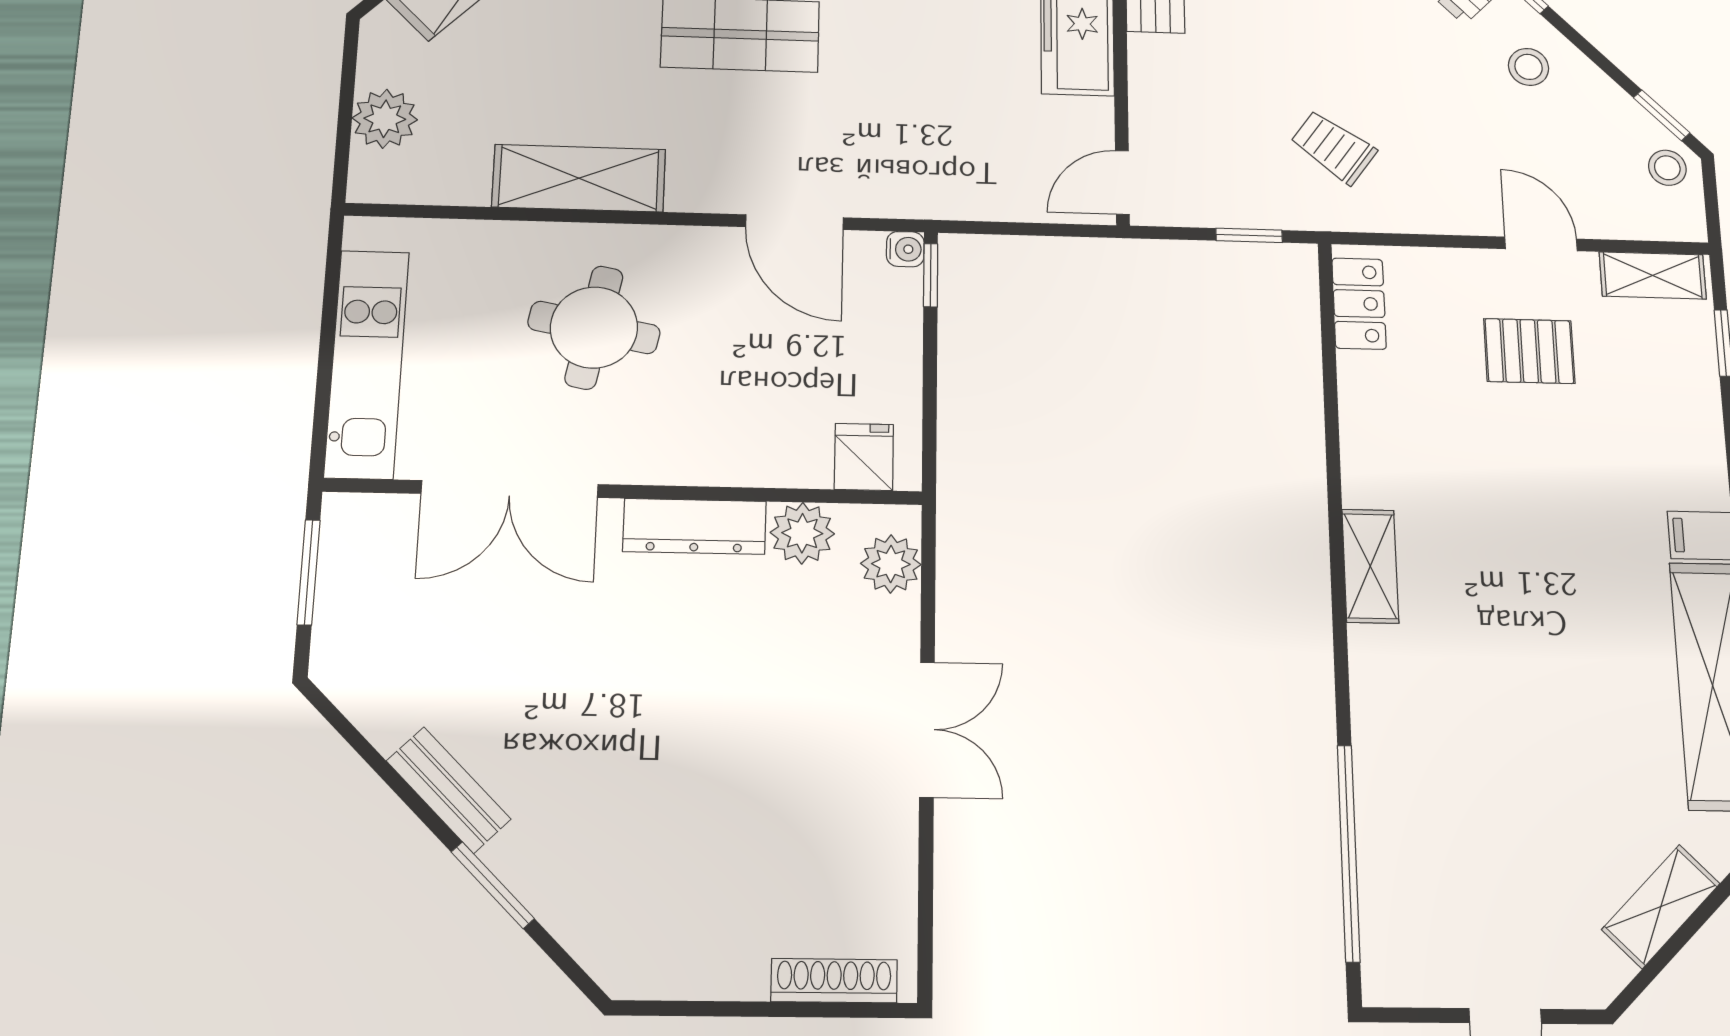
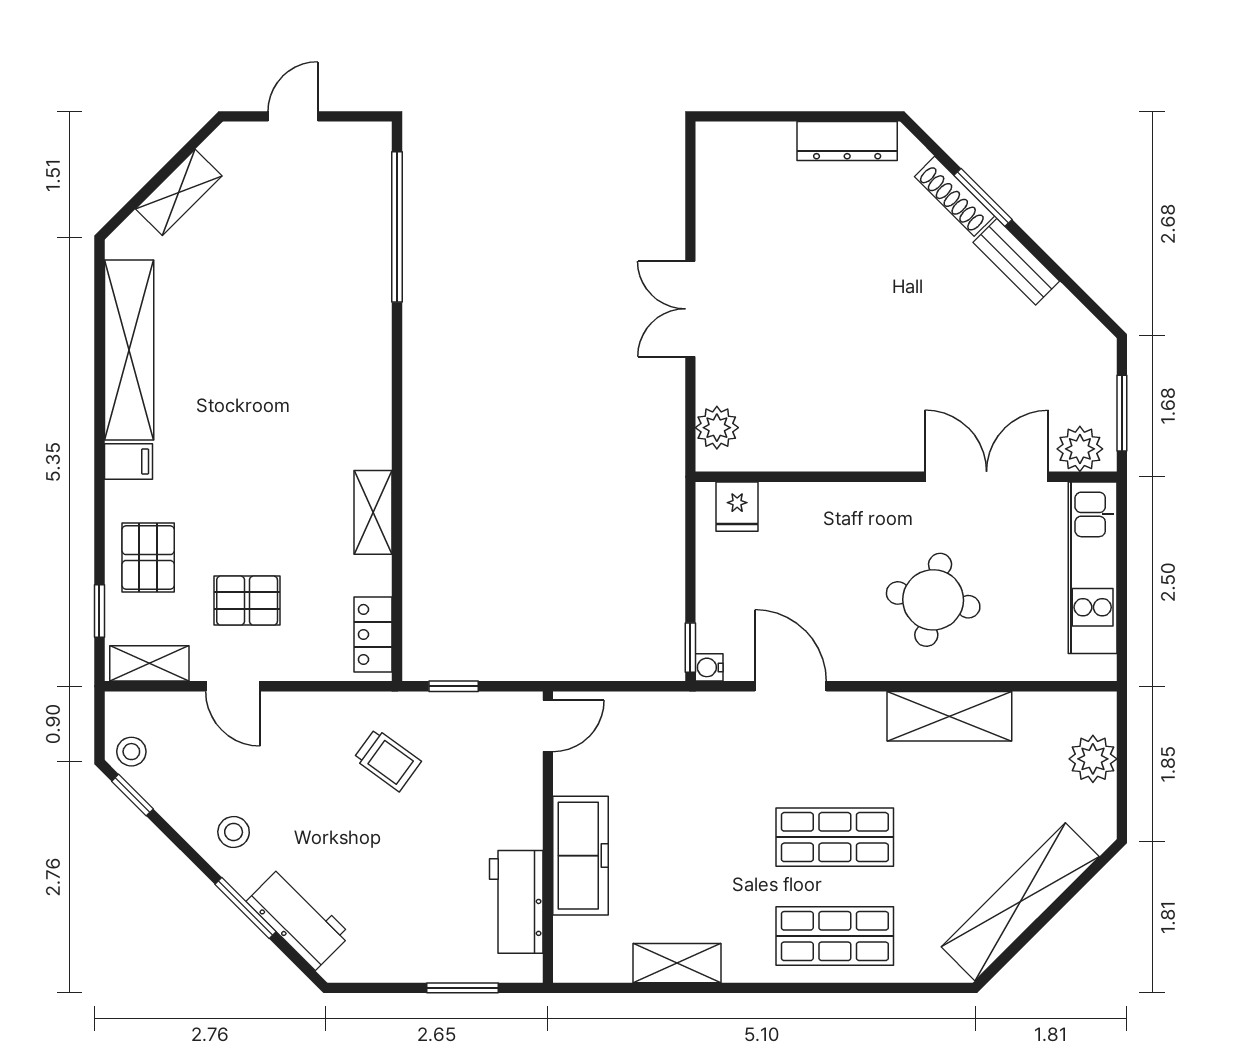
pallet: (1665, 410) -> (148, 558), added
dresser: (694, 526) -> (847, 141), moved, turned 180
plant: (802, 533) -> (1080, 449), moved
shelving: (1370, 566) -> (373, 512), moved
shoe rack: (834, 981) -> (954, 196), moved, turned 45

